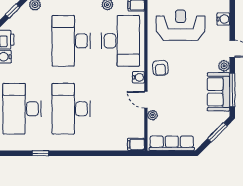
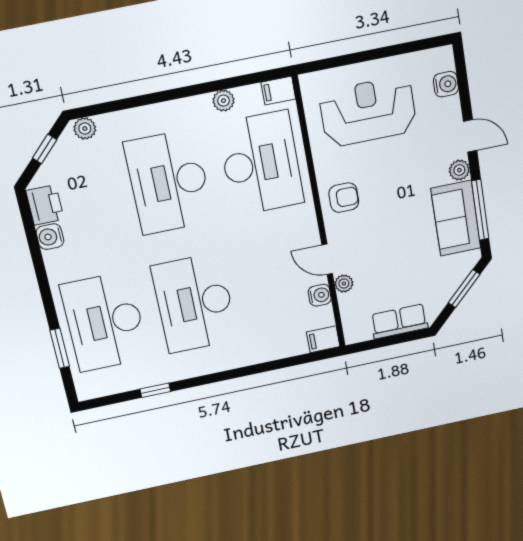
armchair: (160, 68) -> (344, 198), turned -86
water cooler: (138, 77) -> (320, 295), moved
row of seats: (172, 143) -> (399, 321), width x0.68

